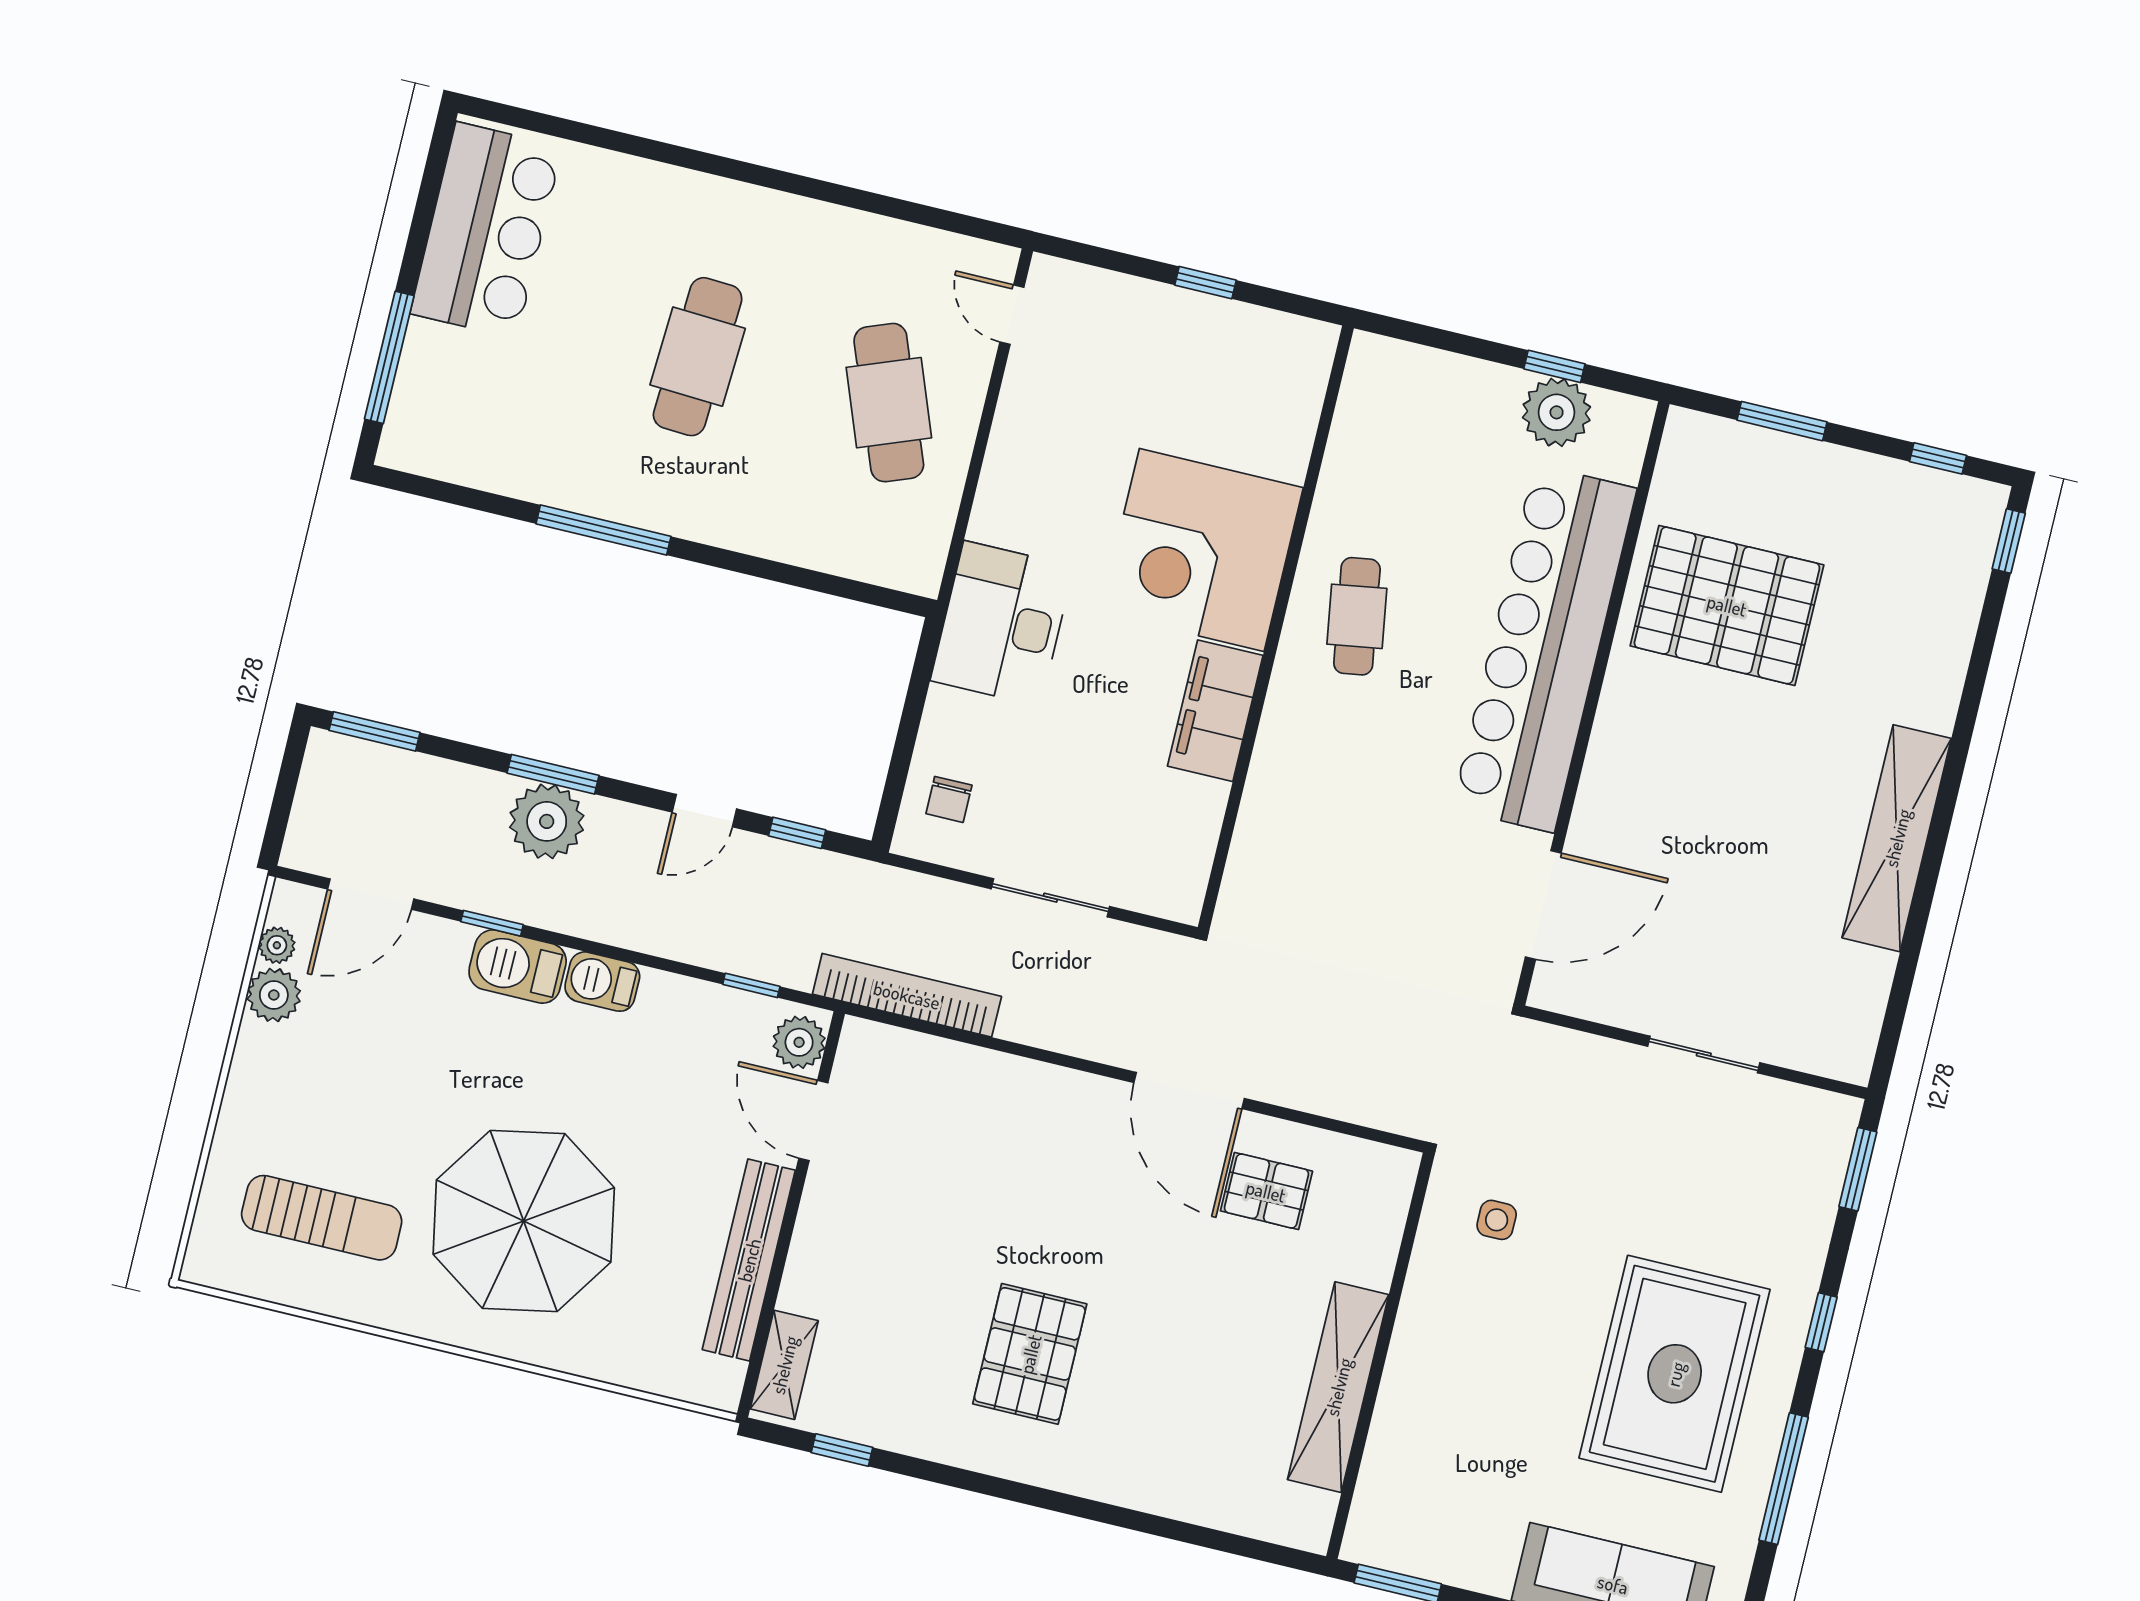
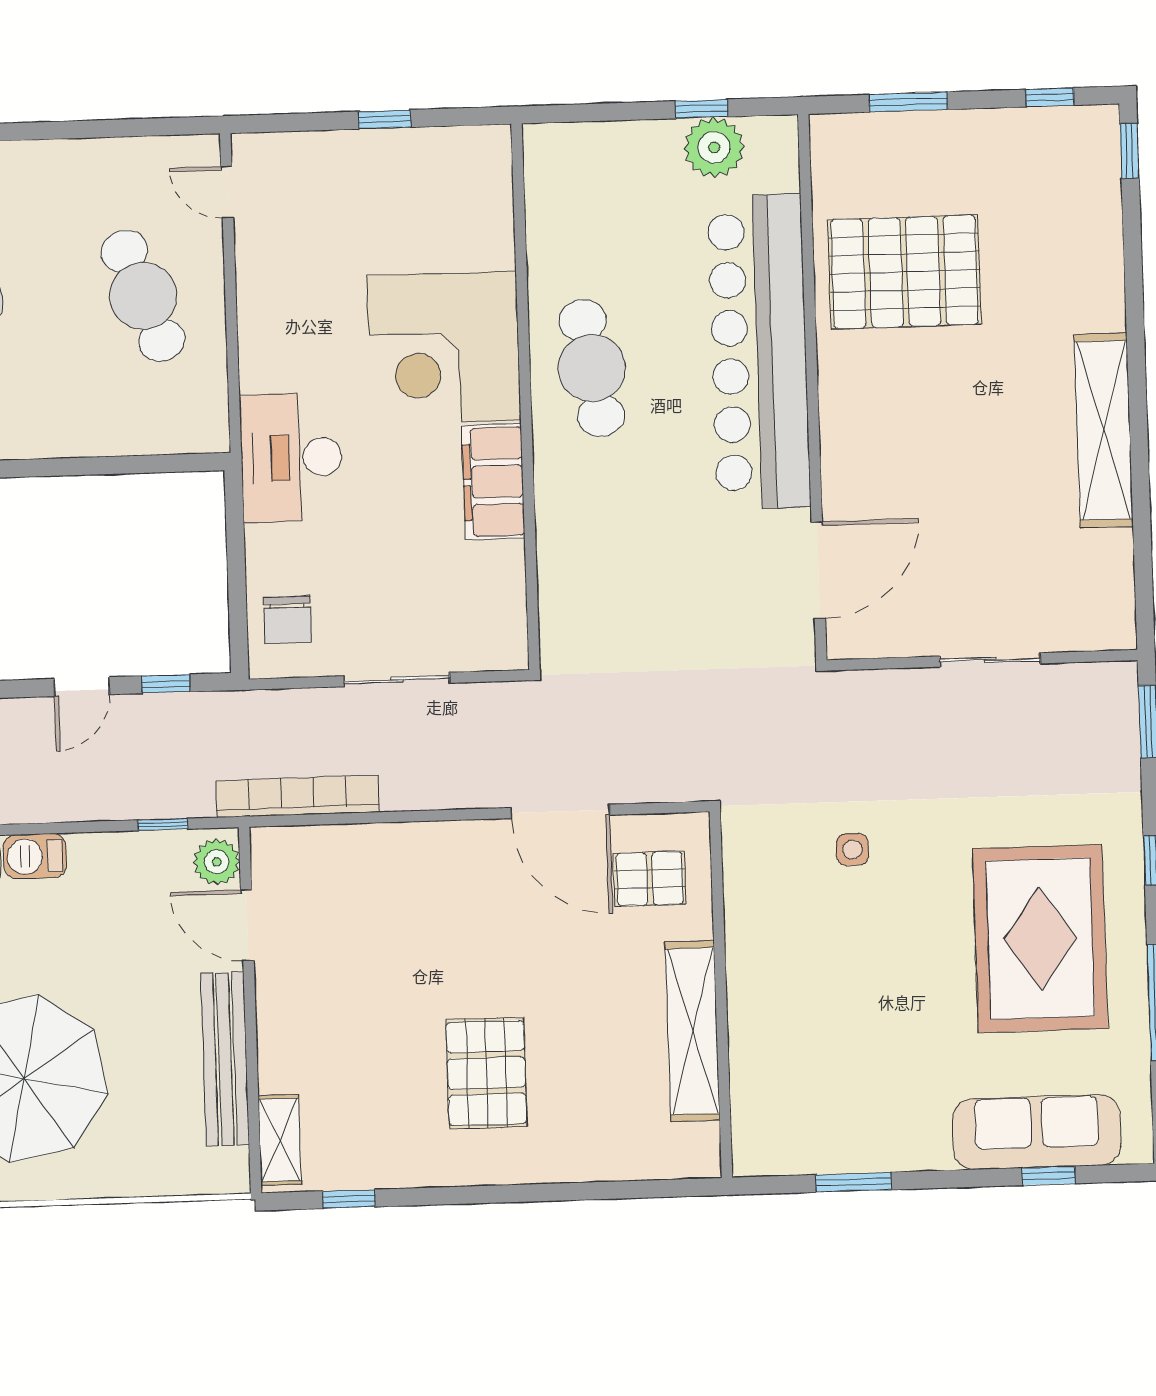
cafe table: (1357, 616) -> (592, 368), width x1.37, depth x1.35
chair: (949, 799) -> (287, 620), width x1.37, depth x1.37
wall: (1380, 1356) -> (721, 995), moved
shelving: (1338, 1387) -> (693, 1031), moved

